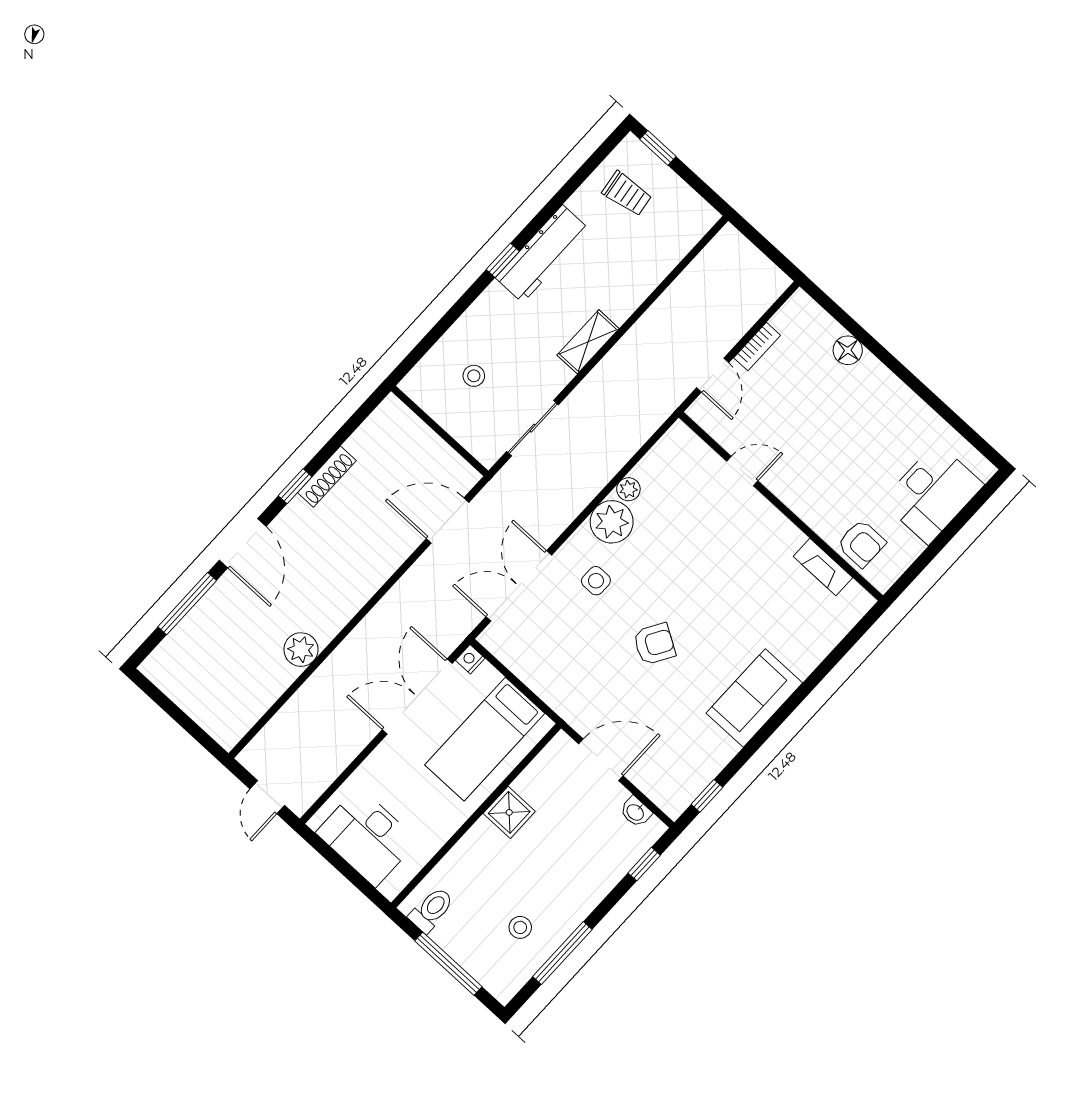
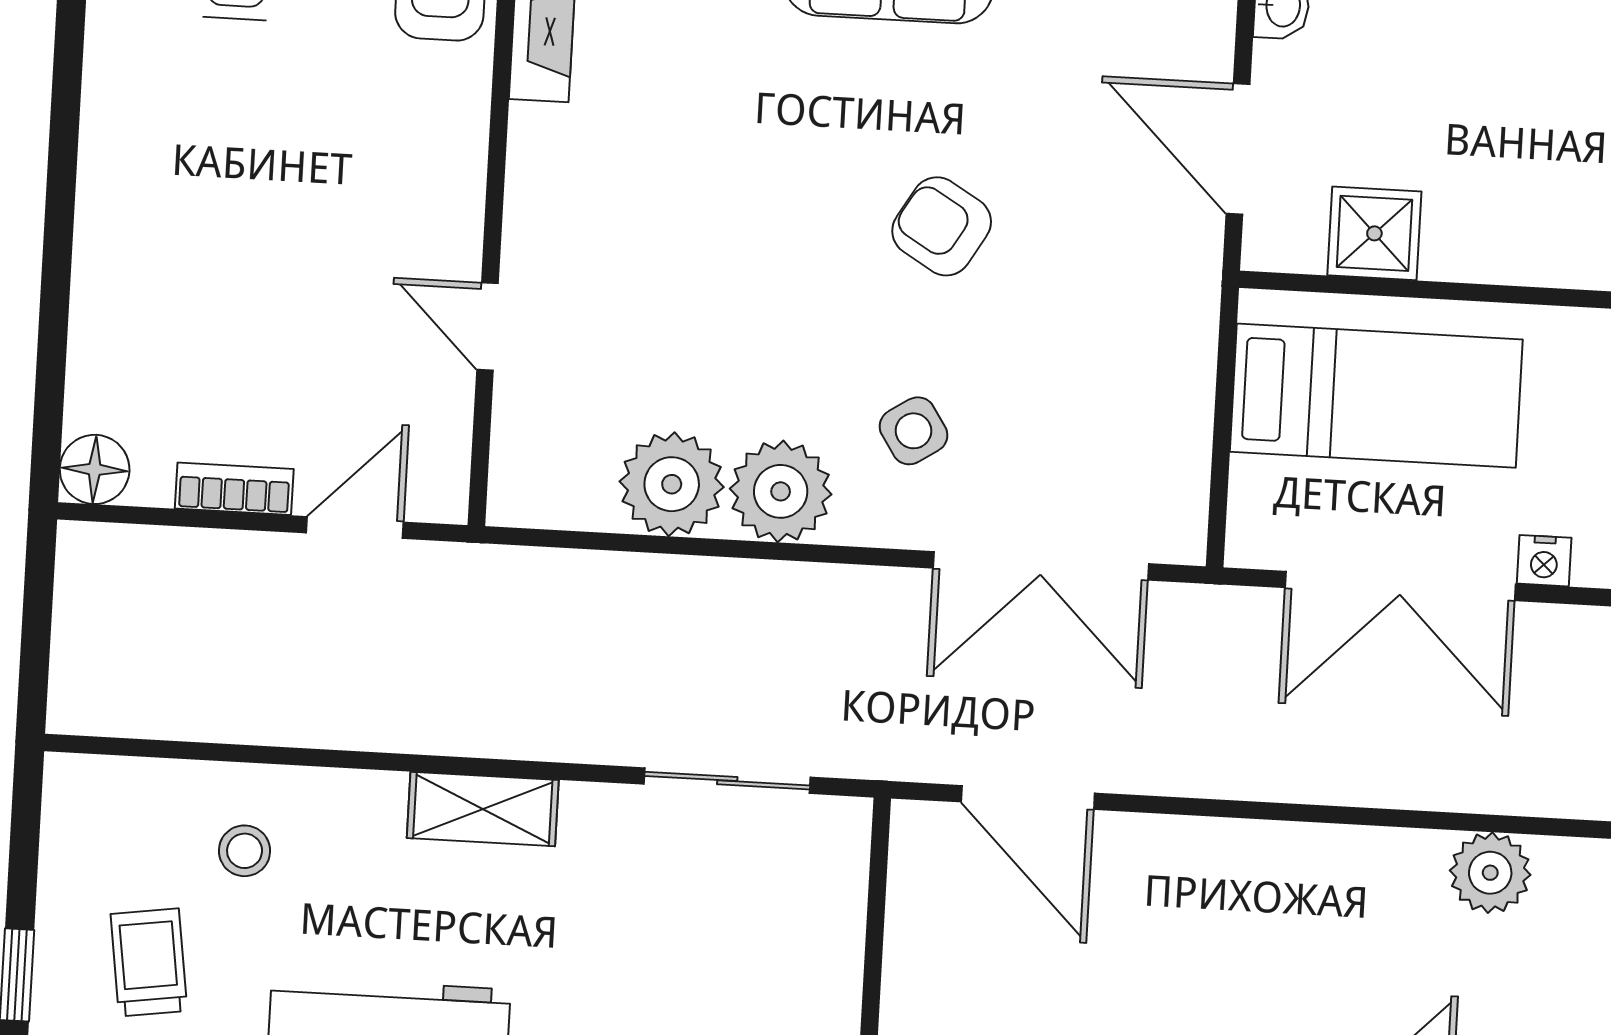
floor lamp: (848, 350) -> (95, 469), moved
stool: (474, 376) -> (245, 851), moved
plant: (628, 489) -> (672, 484), width x1.88, depth x1.88
side table: (596, 581) -> (914, 431), turned -33
nightstand: (470, 659) -> (1544, 561), moved
shower: (509, 812) -> (1374, 233), moved

